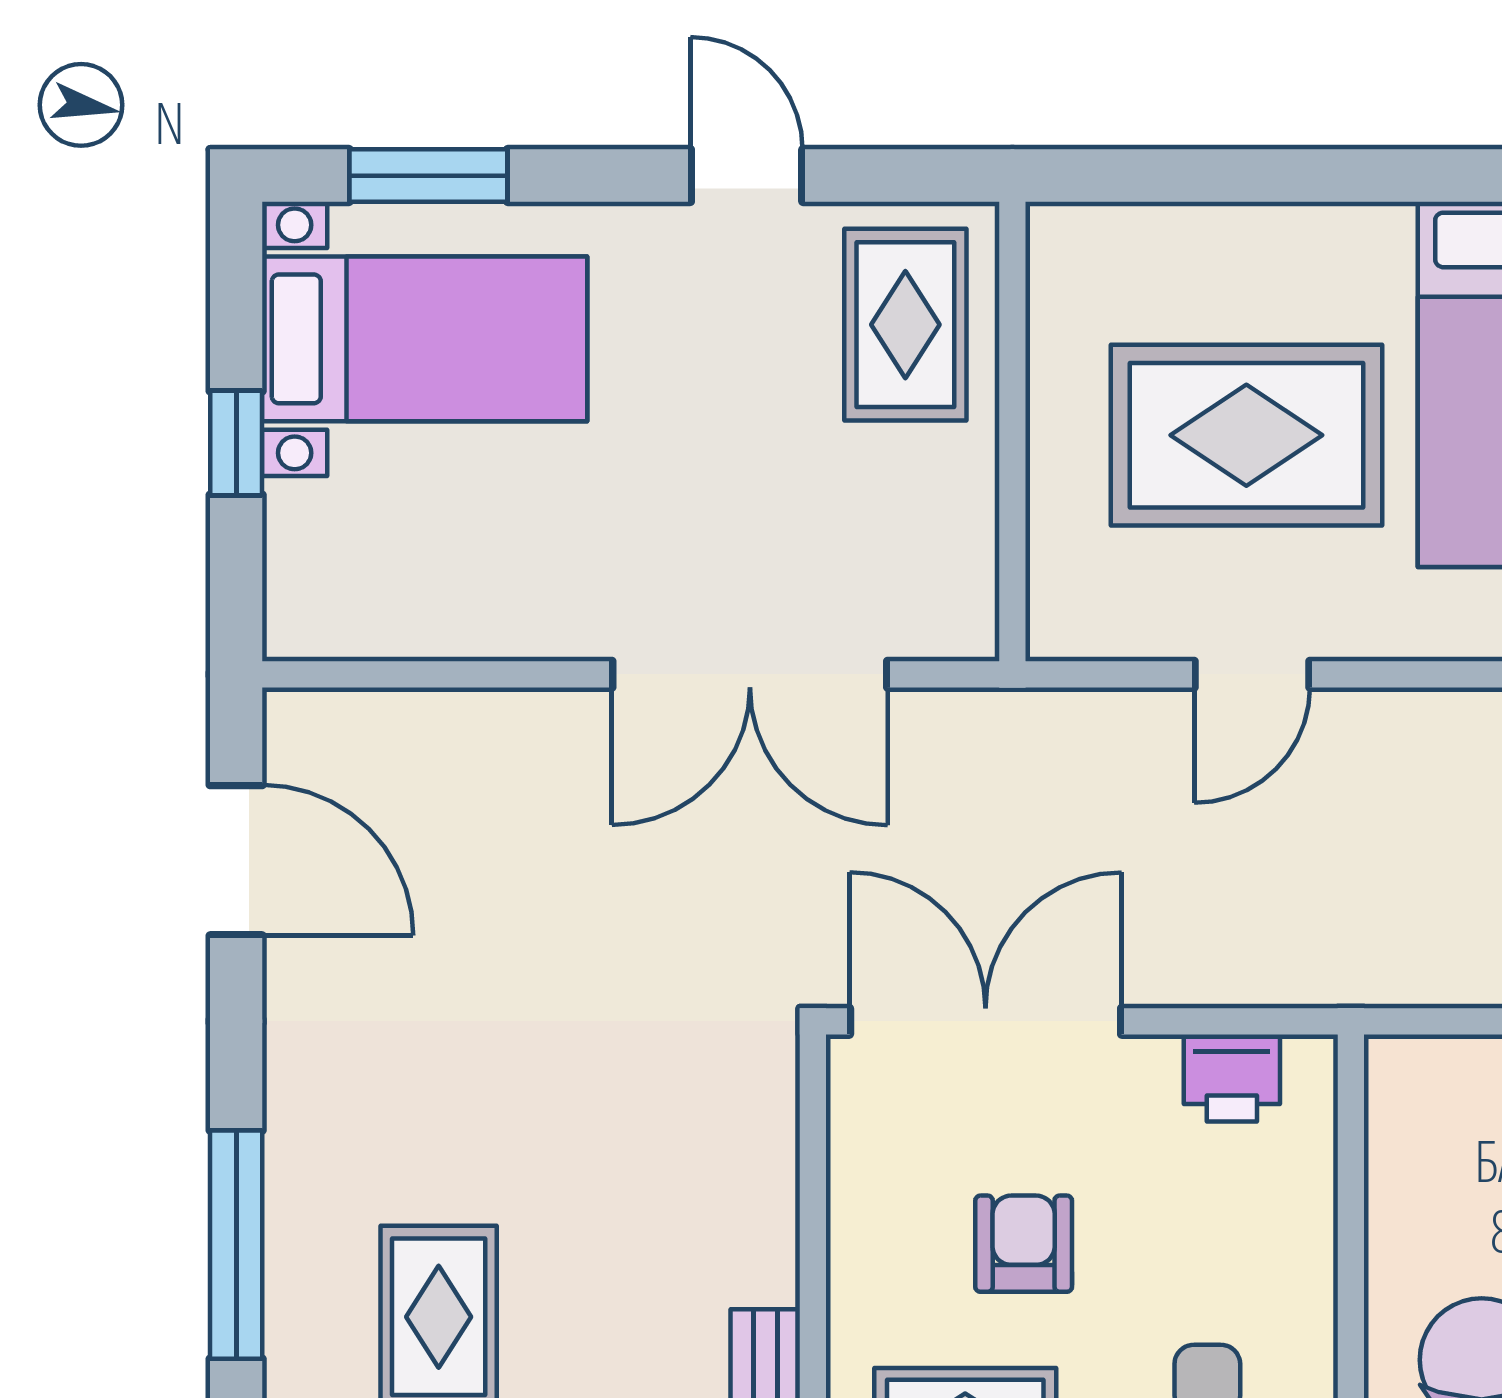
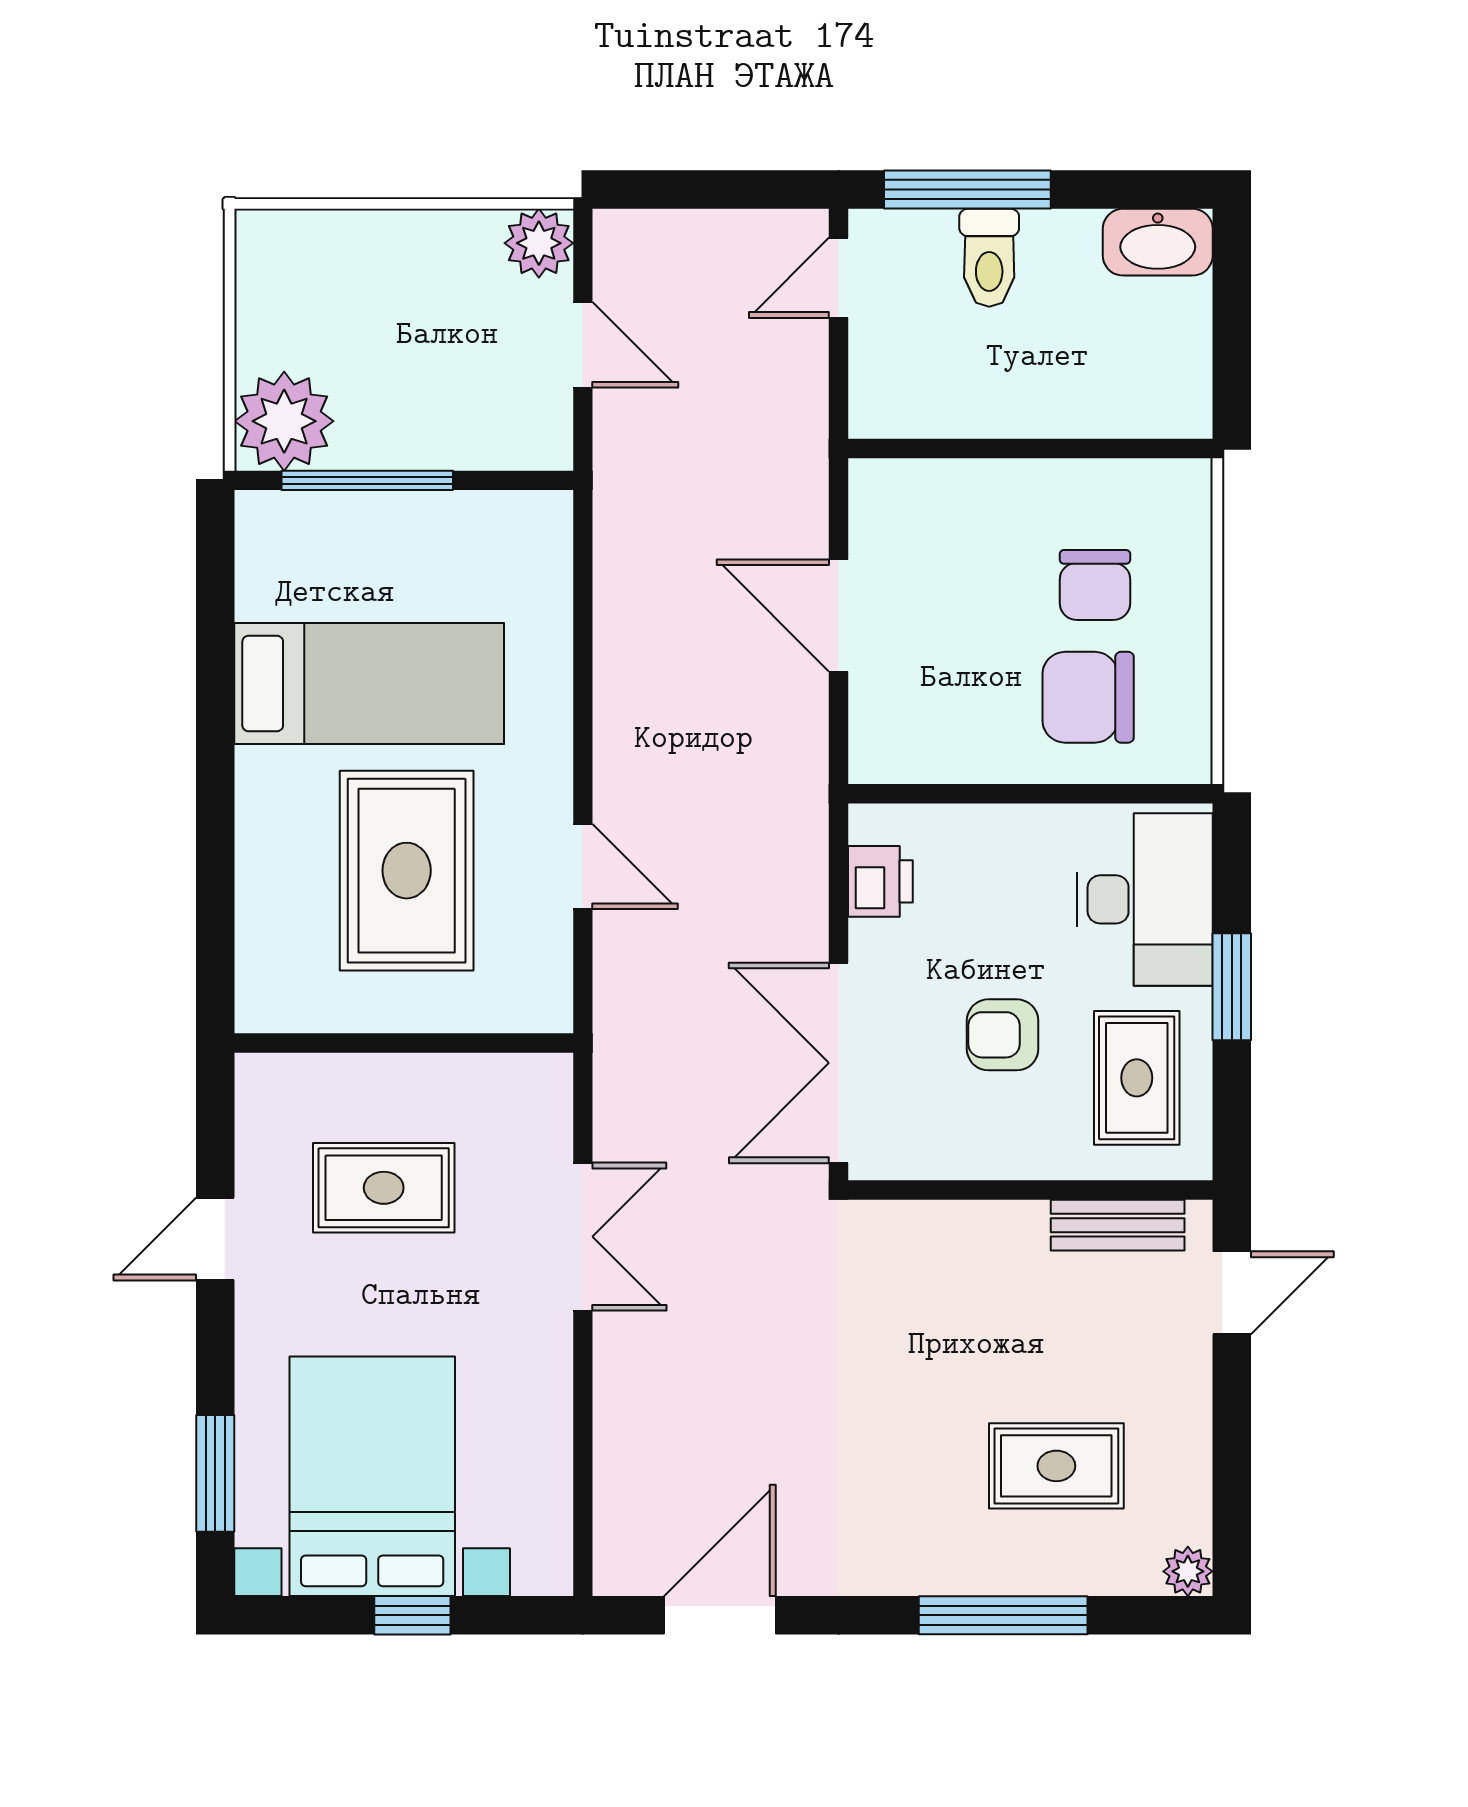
rug: (905, 325) -> (384, 1188), moved
bed with nightstands: (425, 339) -> (372, 1476), width x1.36
double door: (750, 674) -> (583, 1237), width x0.73

